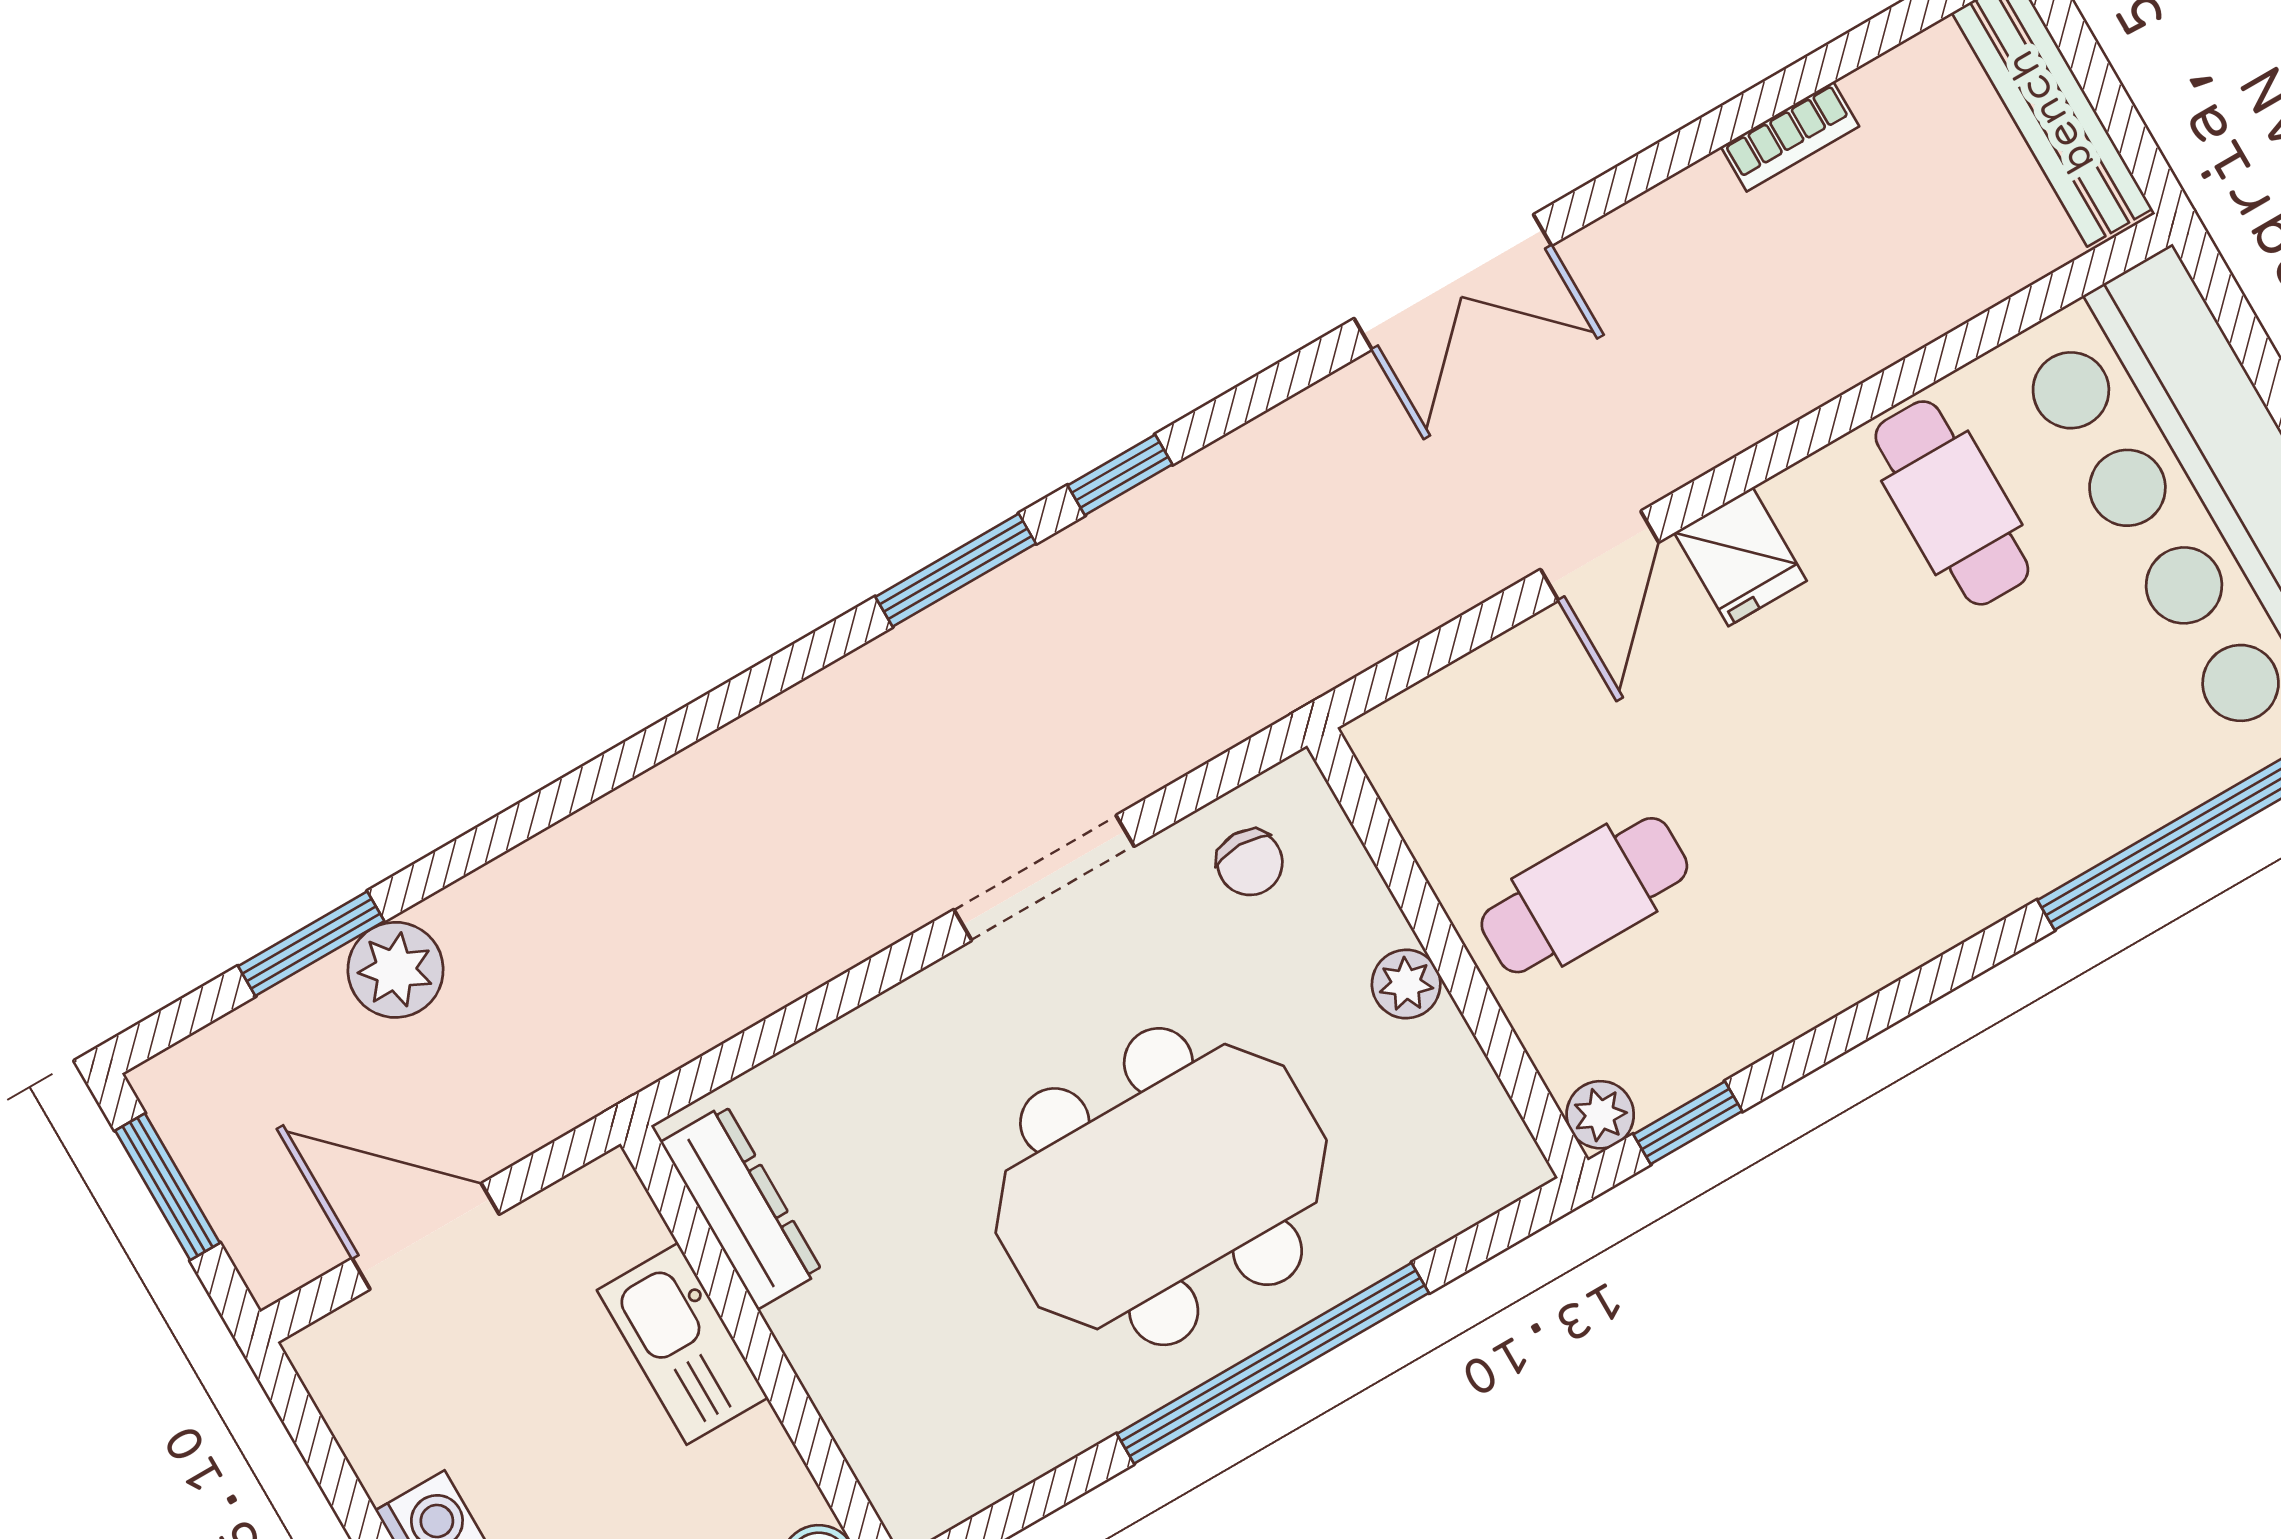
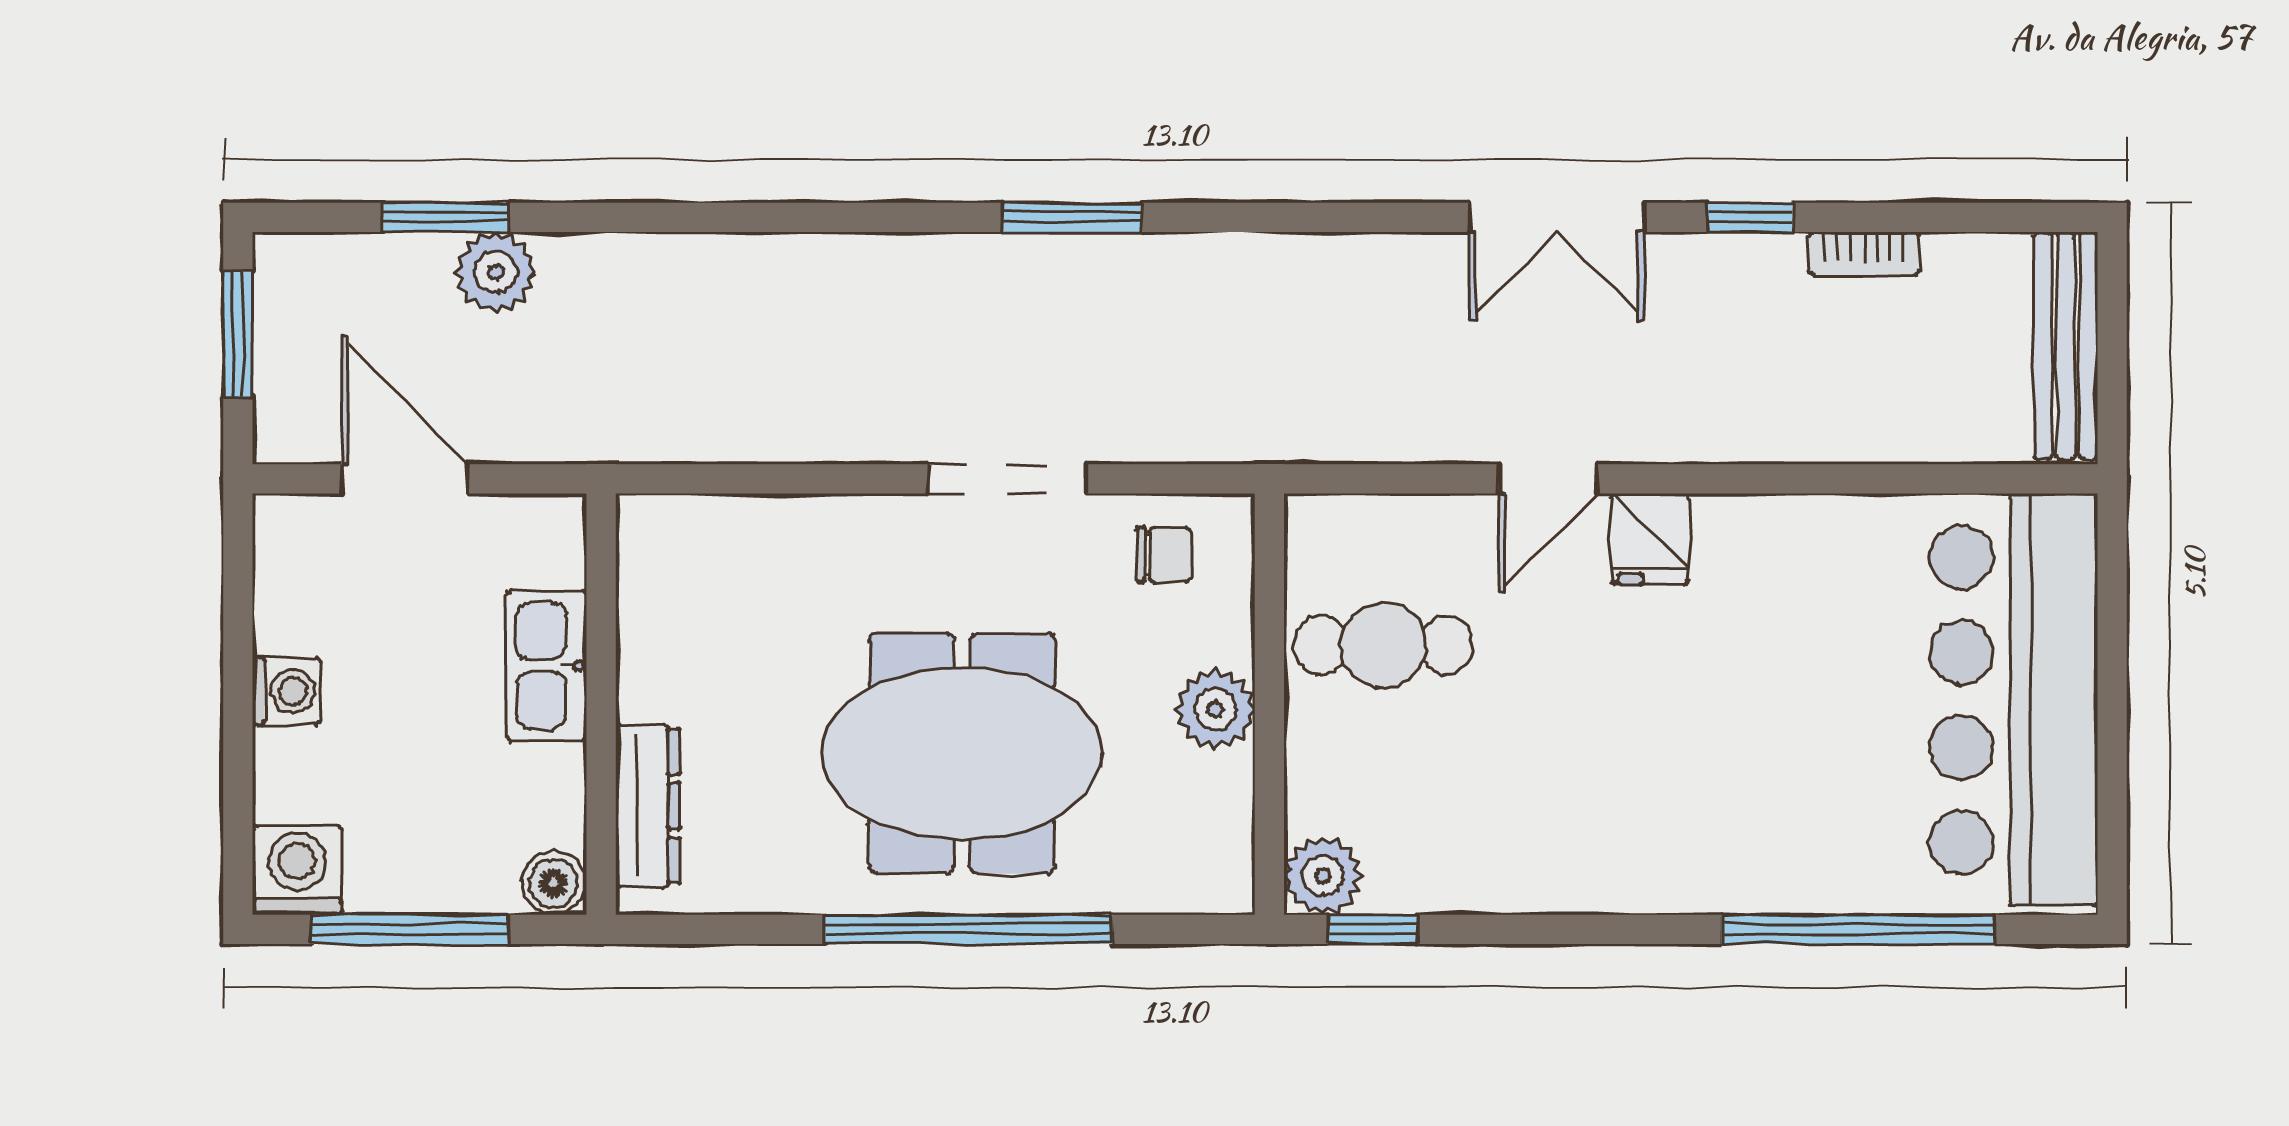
window: (1120, 475) -> (1750, 217), moved
cafe table: (1952, 503) -> (1827, 589), removed
chair: (1250, 863) -> (1164, 555), turned -90
cafe table: (1584, 895) -> (1383, 645), moved
plant: (1406, 984) -> (1215, 709), width x1.38, depth x1.38
plant: (1600, 1115) -> (1323, 876), width x1.38, depth x1.38
dresser: (742, 1207) -> (648, 806), moved

